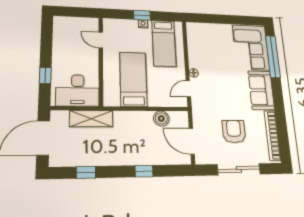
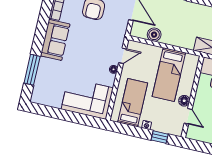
window: (142, 15) -> (160, 137), moved
corner sofa: (251, 47) -> (87, 98), moved, turned -90
floor lamp: (109, 55) -> (184, 101), added
window: (273, 57) -> (32, 70), width x0.68

